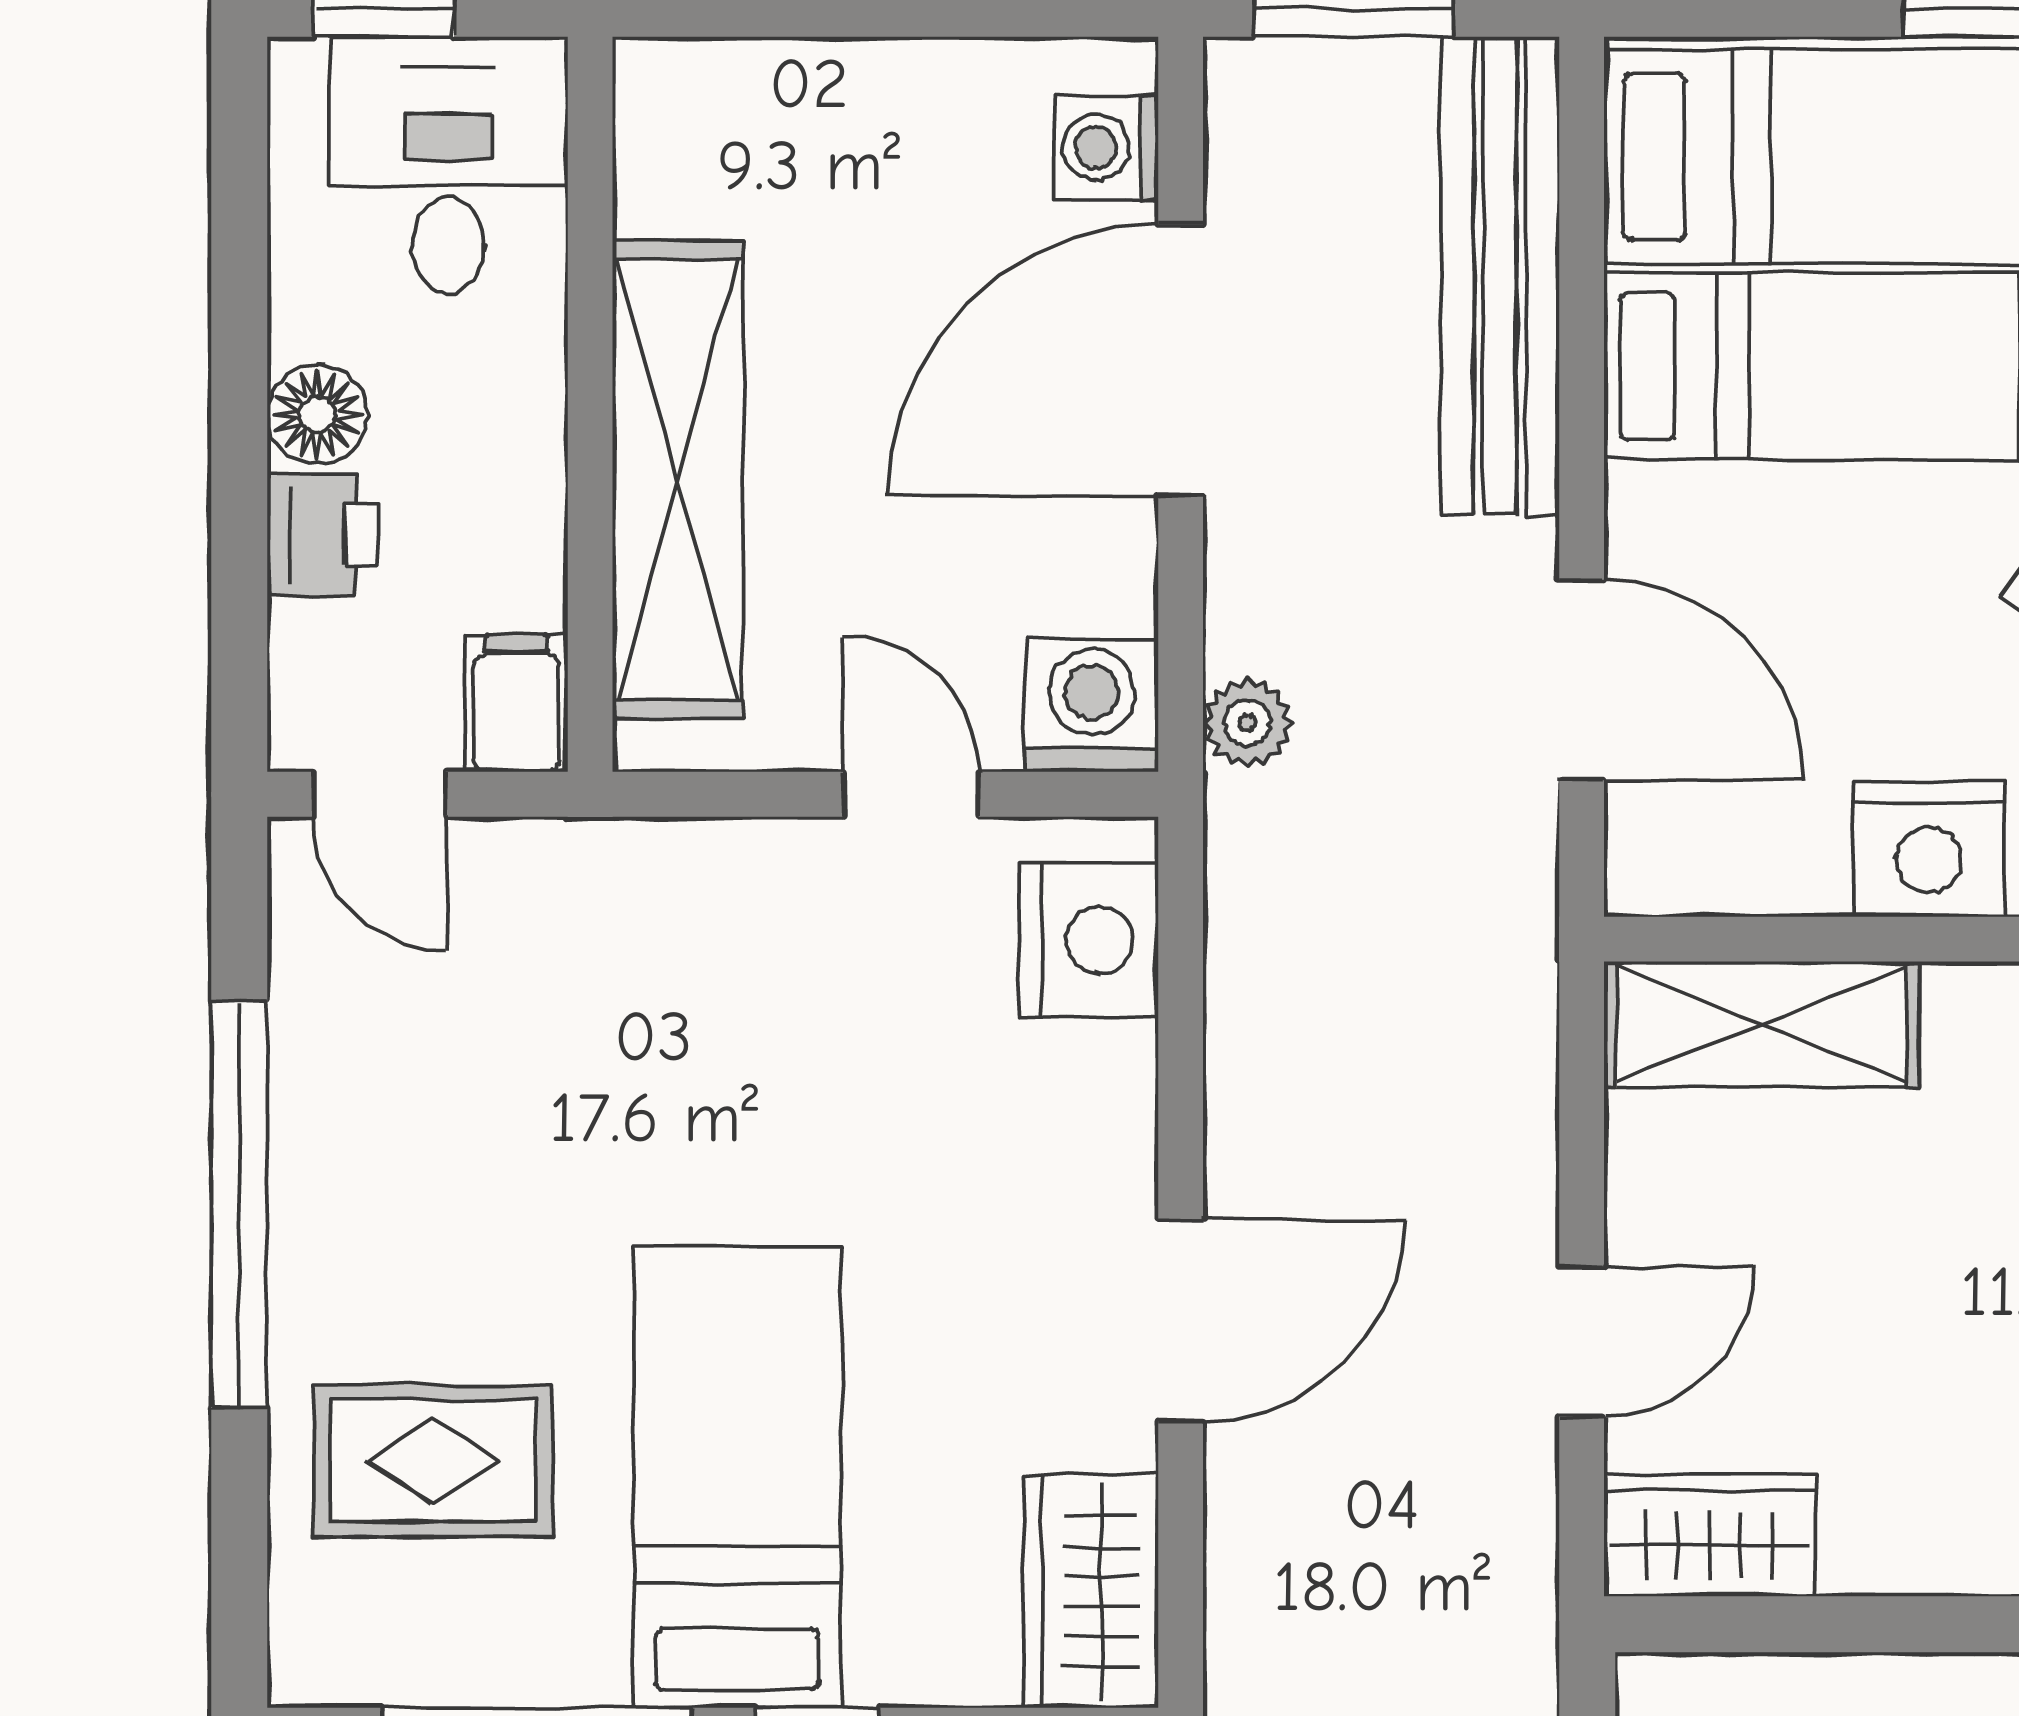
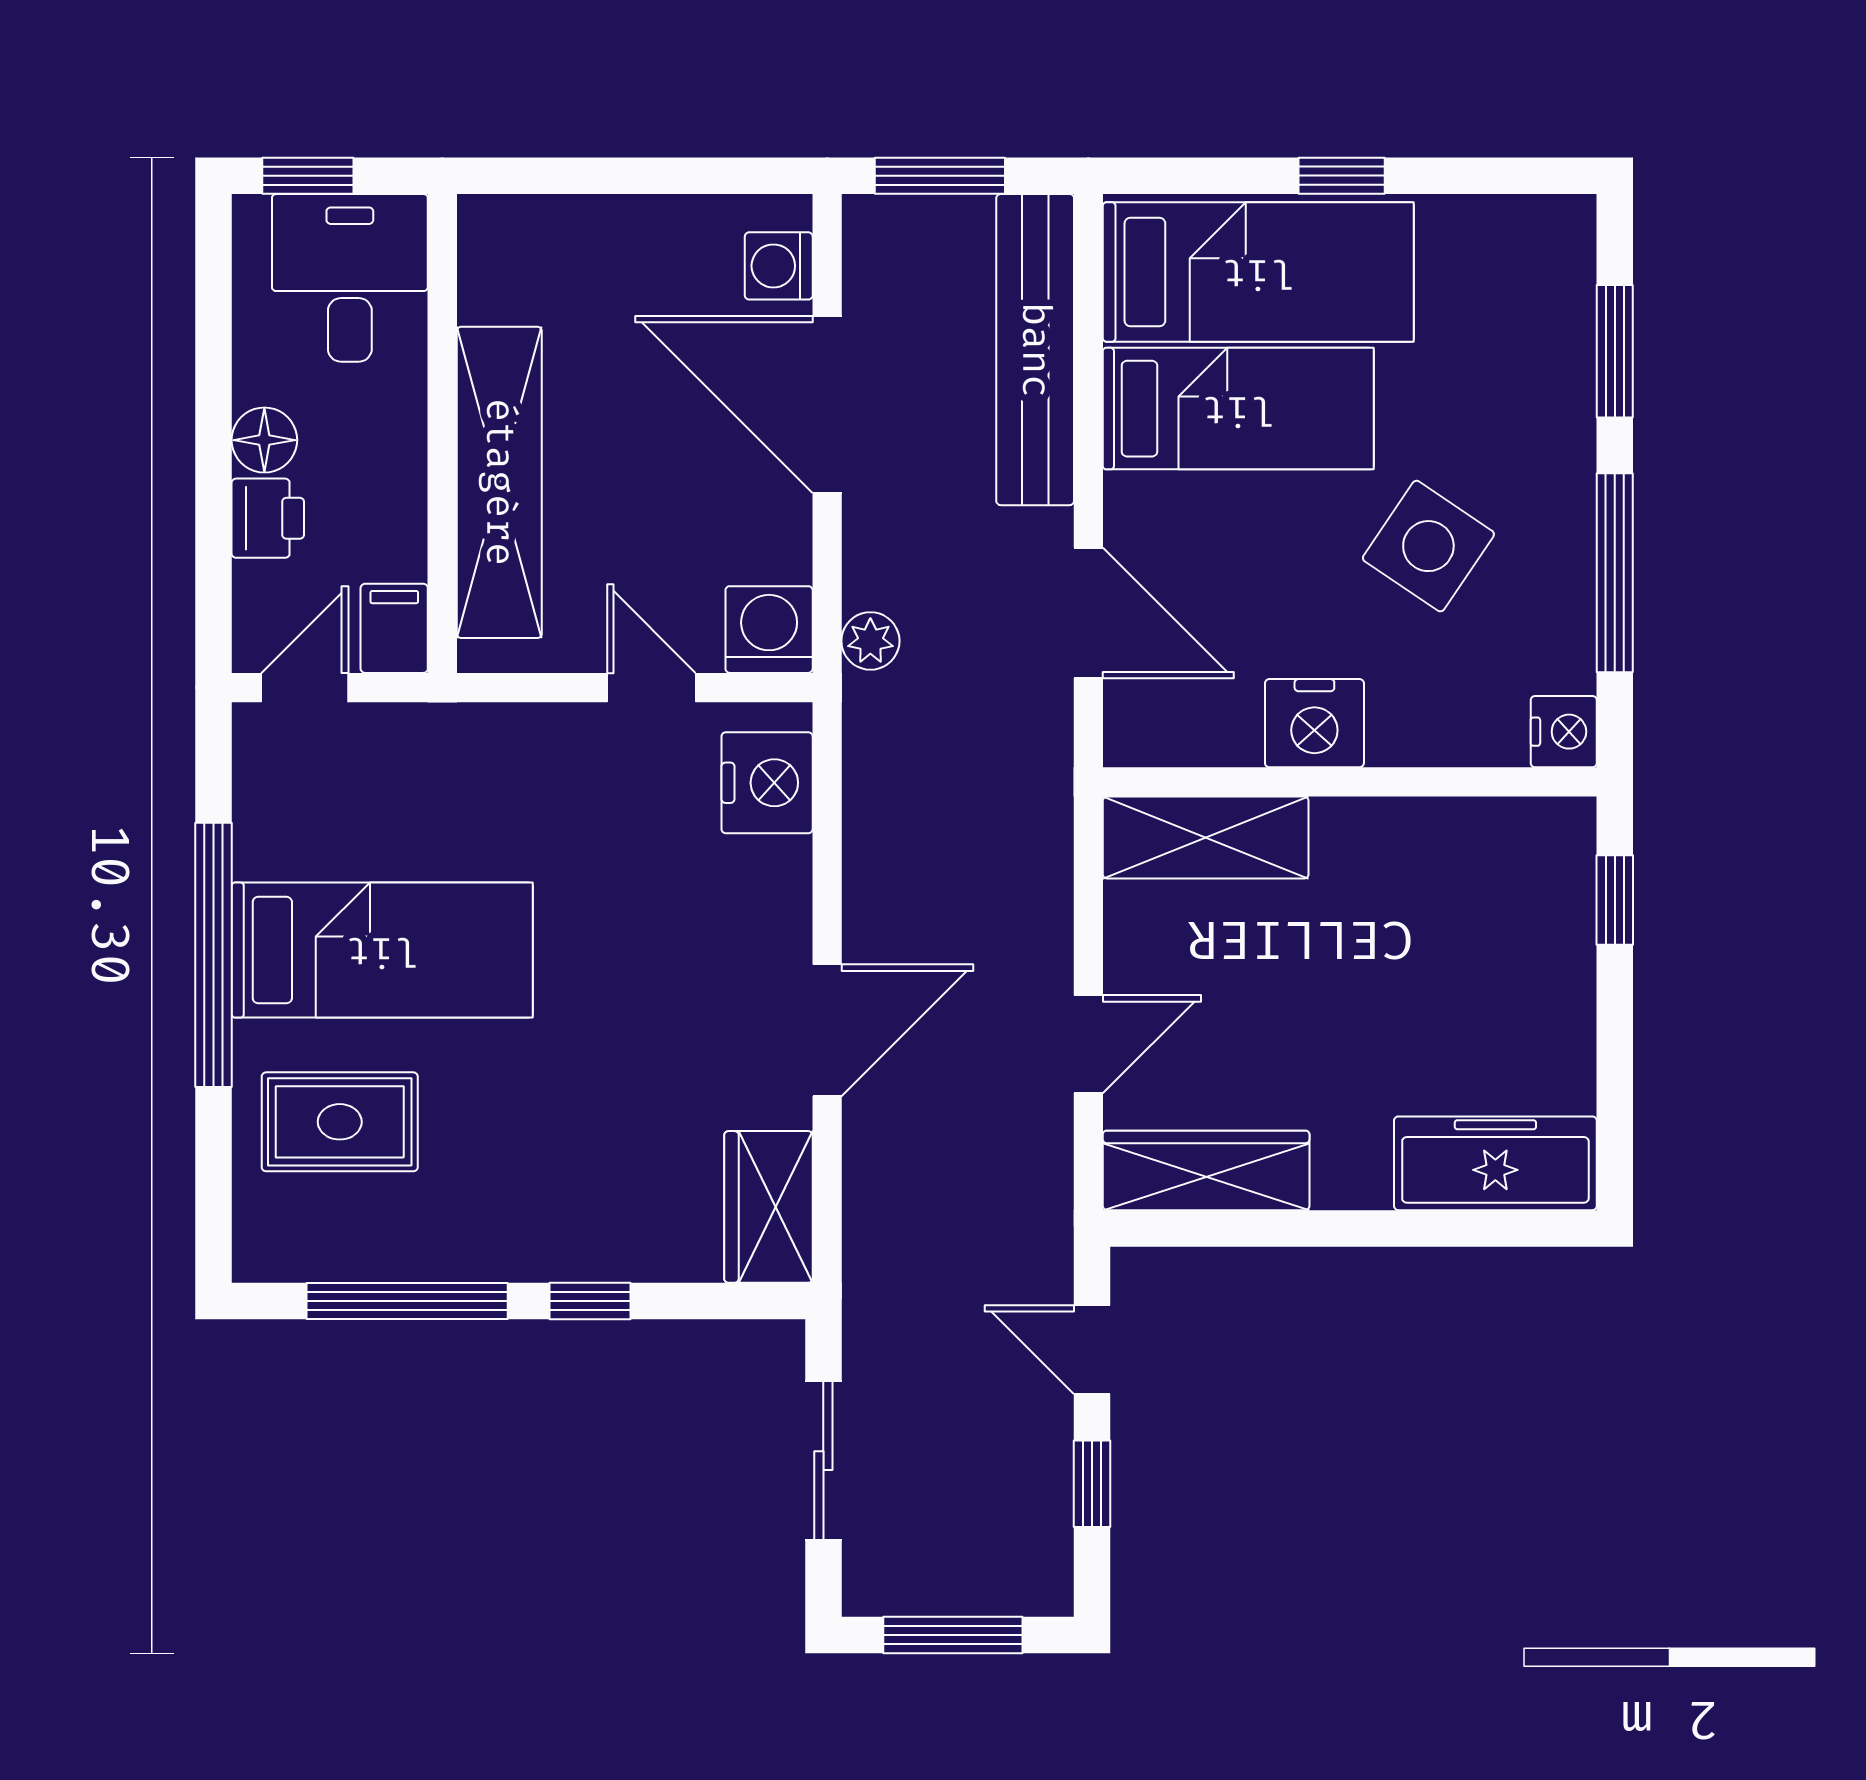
door: (1181, 360) -> (827, 404), hinge flipped
door: (379, 794) -> (305, 688), swing flipped
bed: (737, 1477) -> (382, 950), moved, turned 90
wardrobe: (1709, 1535) -> (1206, 1170), width x1.50

